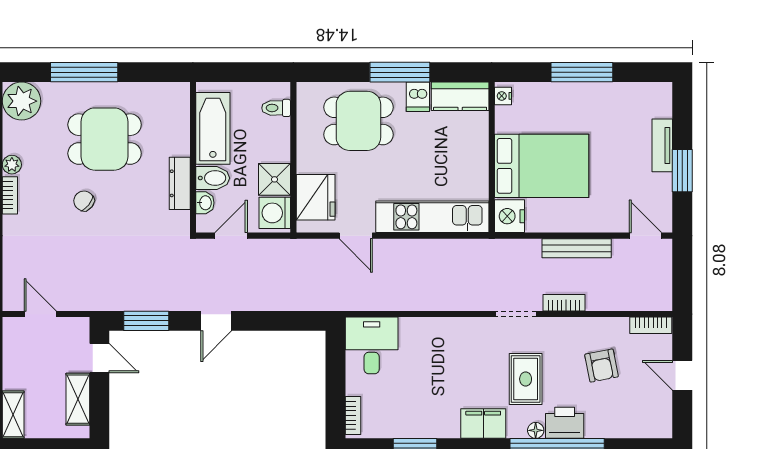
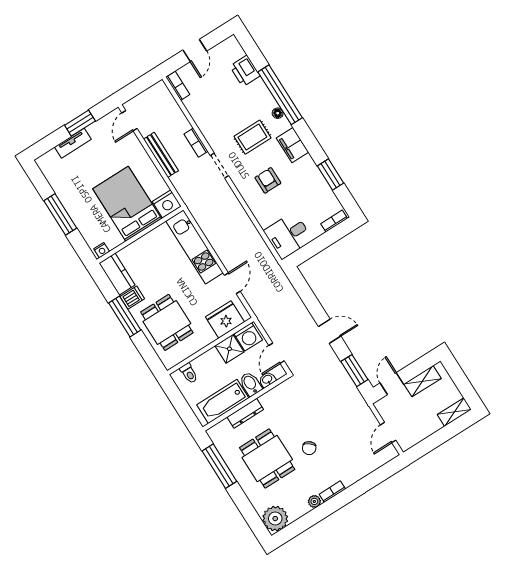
window: (84, 72) -> (219, 466), moved
dresser: (180, 183) -> (245, 413), moved
door: (231, 236) -> (276, 353), hinge flipped
armchair: (602, 366) -> (268, 180), moved, turned -79
printer: (565, 423) -> (245, 71), moved

